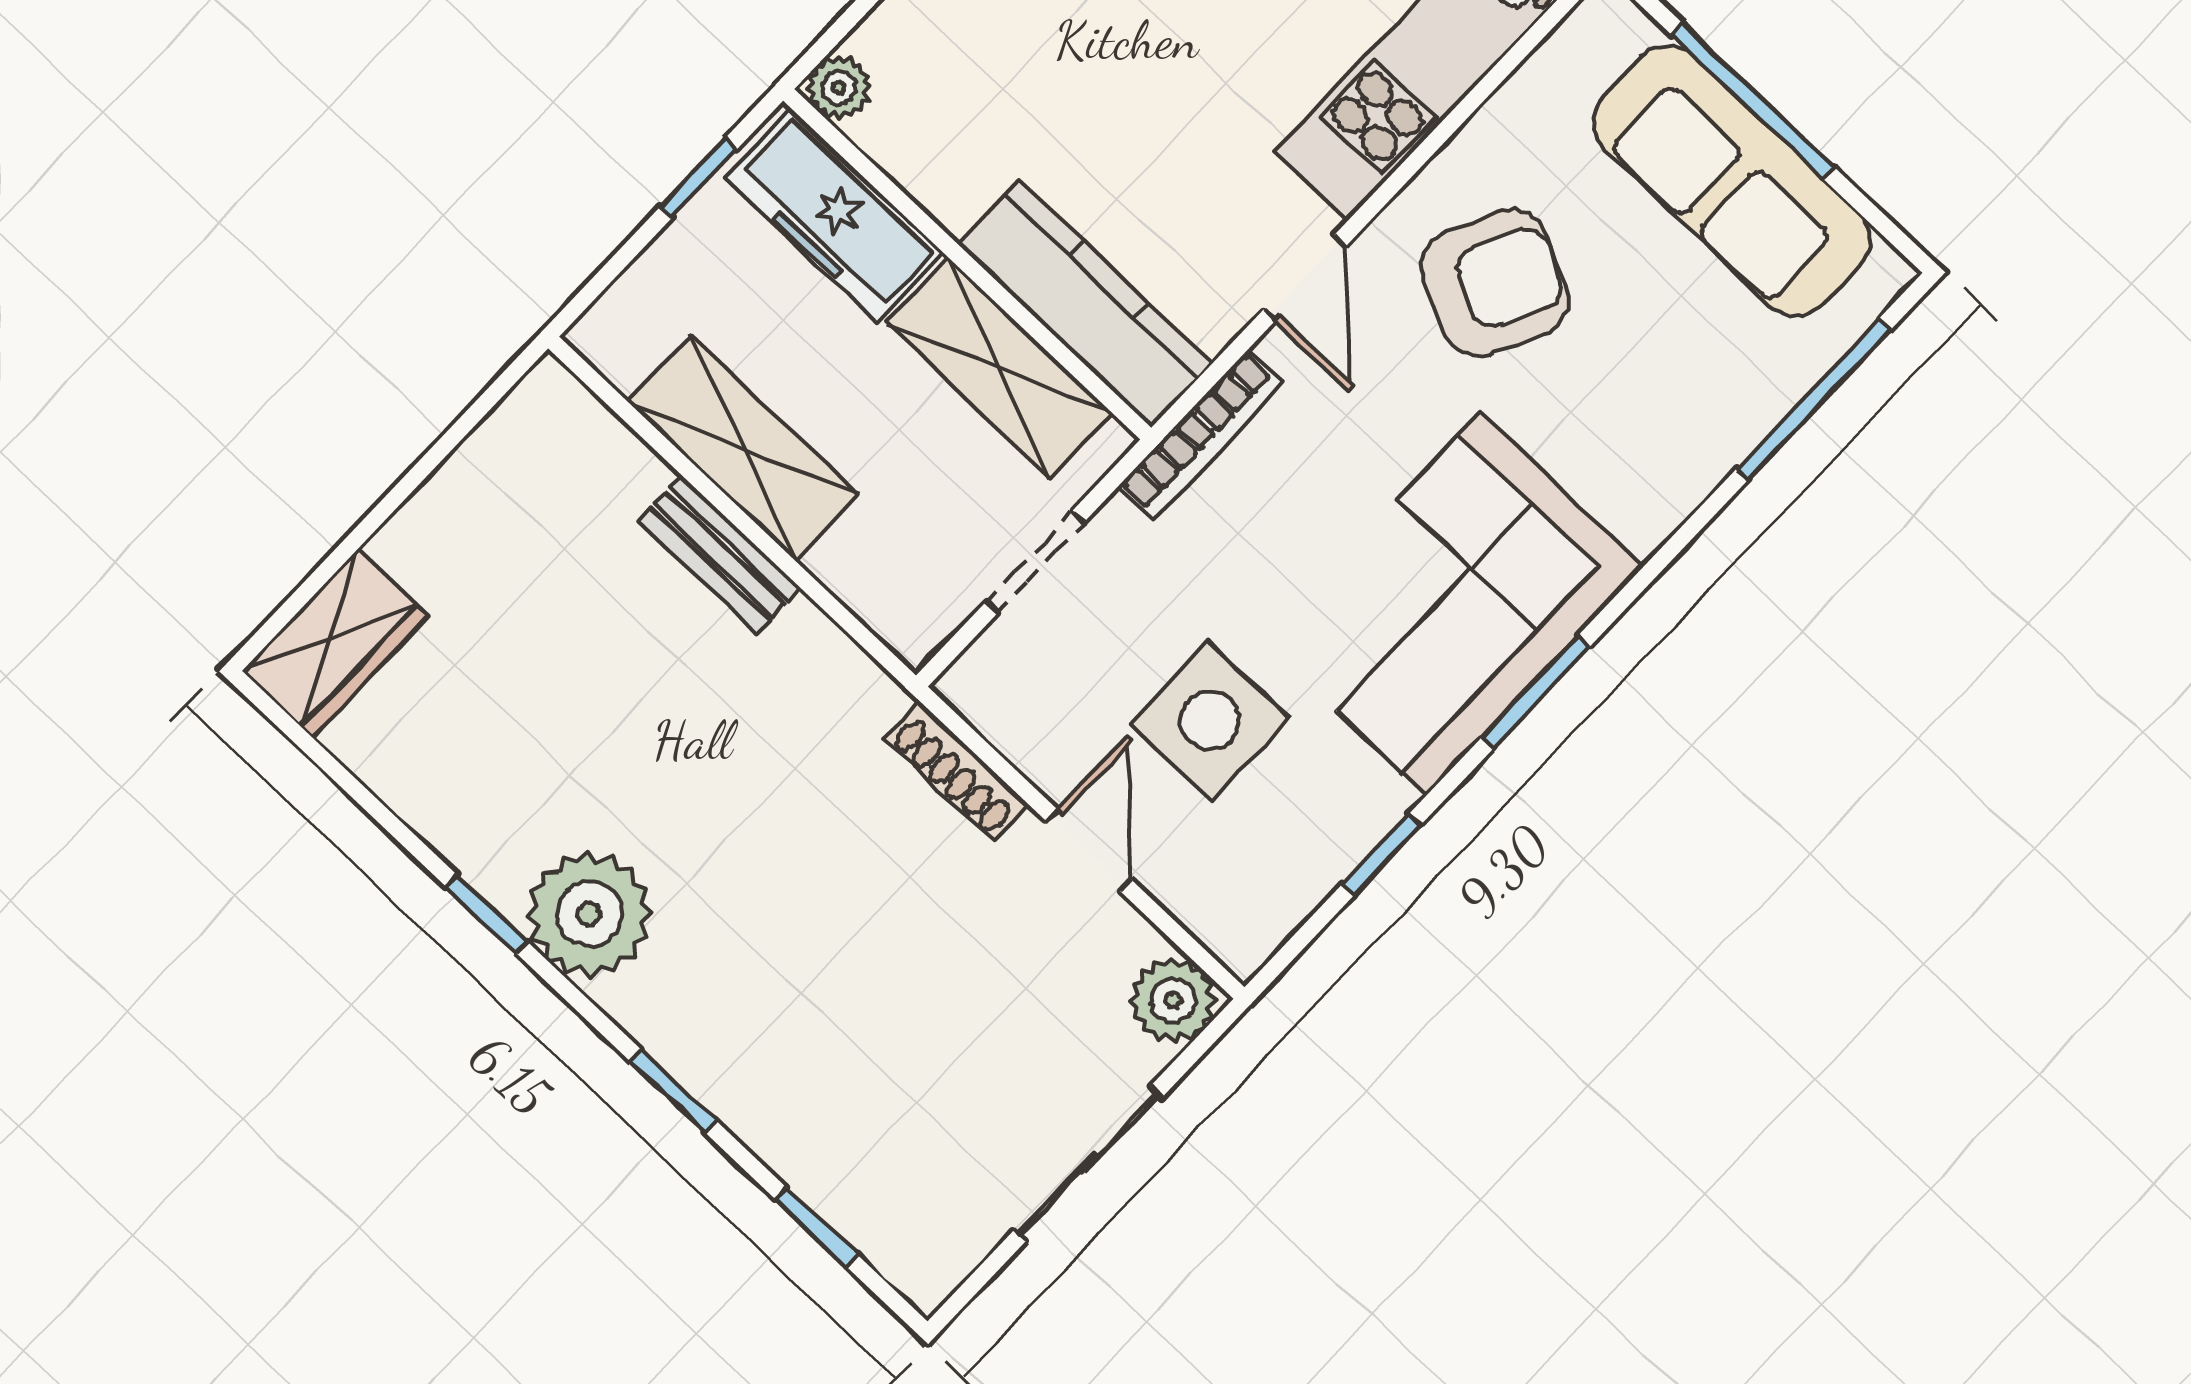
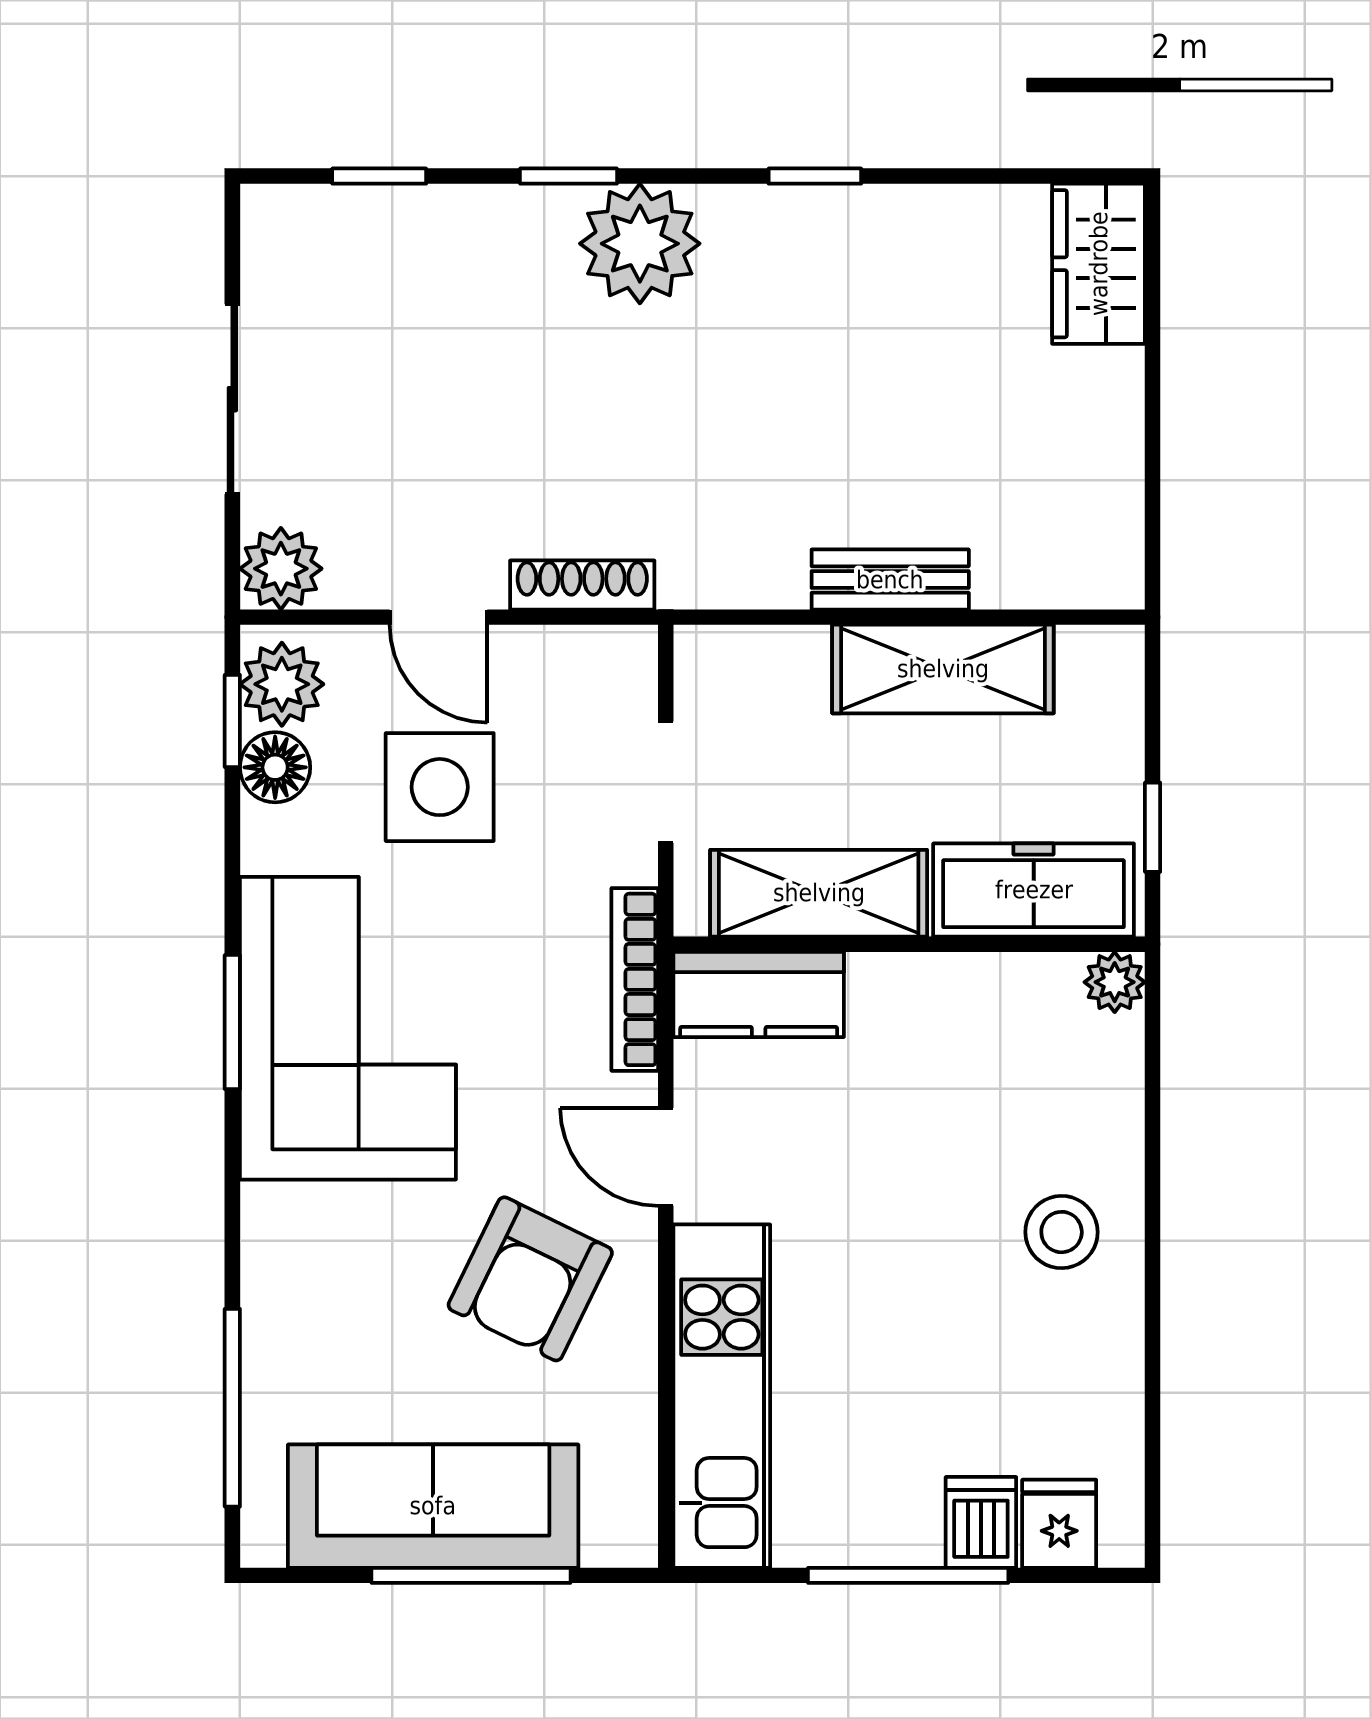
kitchen counter: (1085, 304) -> (759, 994), width x0.67
floor lamp: (1320, 854) -> (275, 767), added
window: (1382, 854) -> (232, 721), moved
plant: (1256, 912) -> (282, 684), added
plant: (589, 914) -> (640, 244), moved

